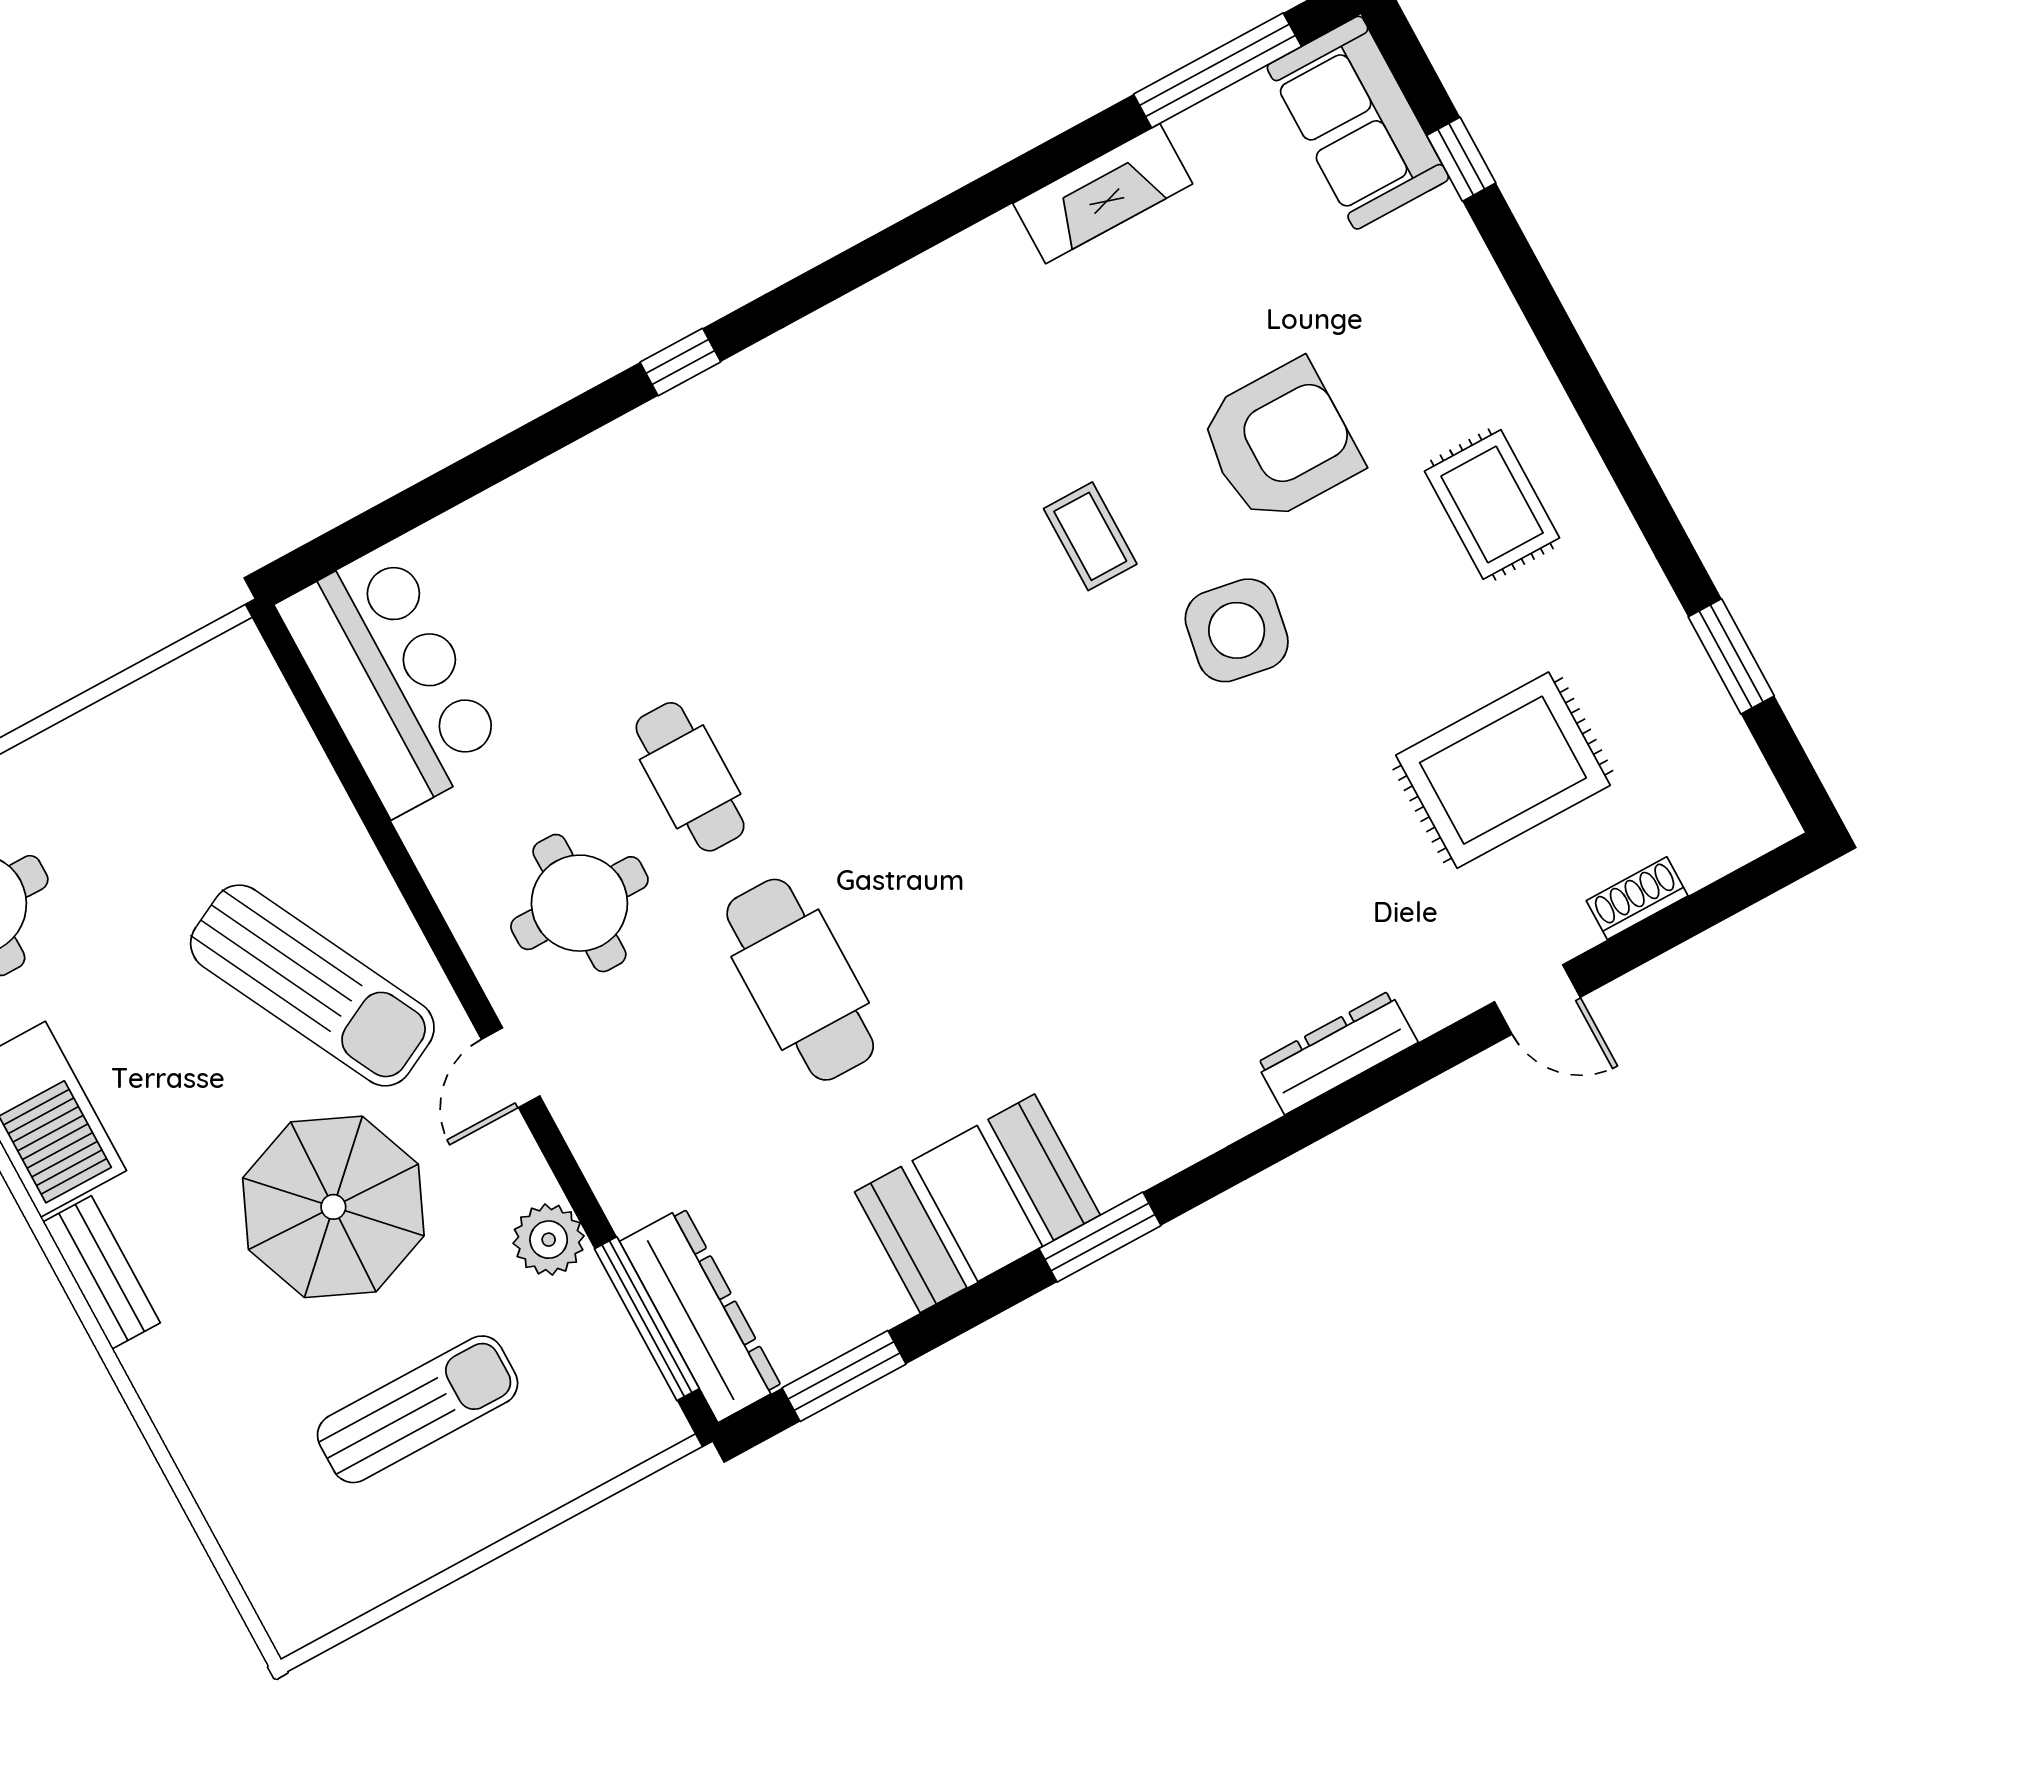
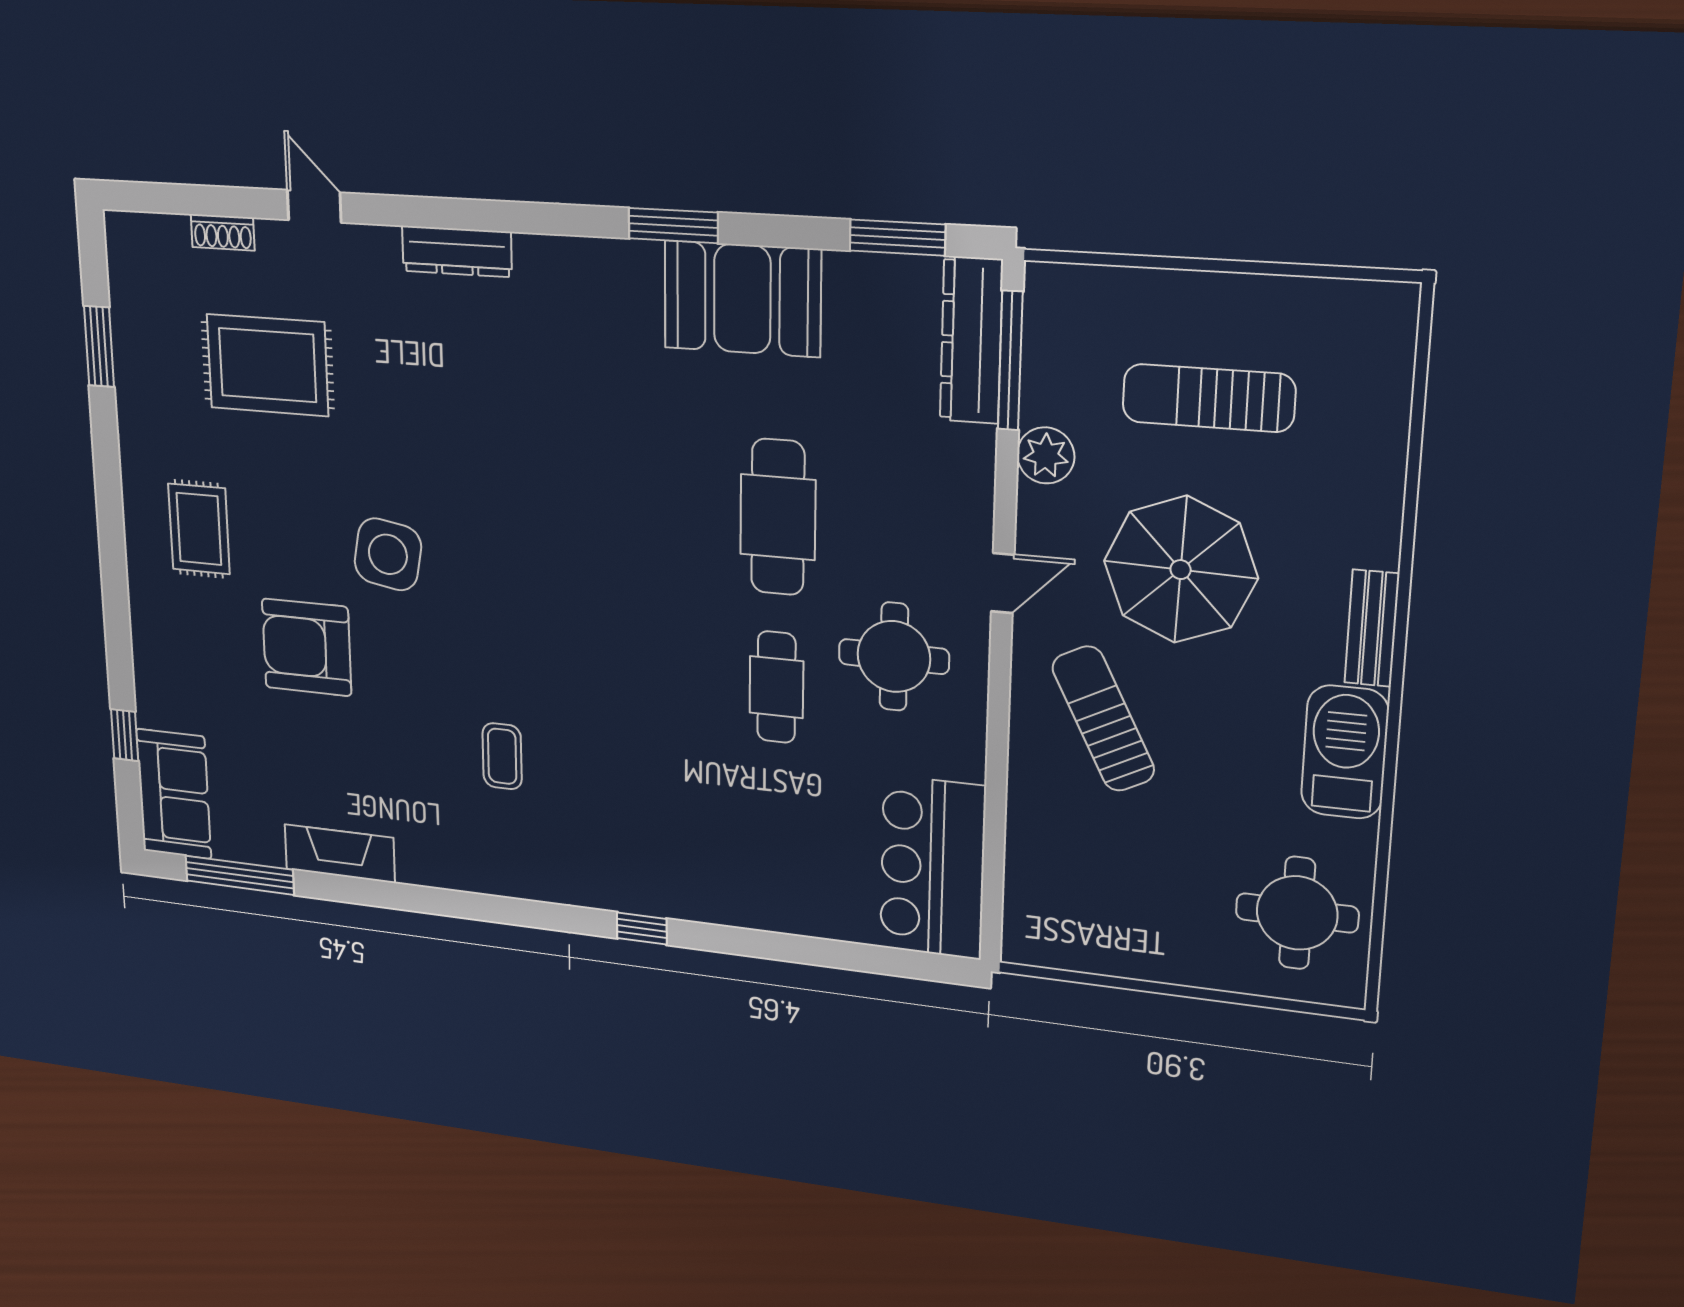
coffee table: (1090, 536) -> (502, 756), moved
sun lounger: (312, 985) -> (1103, 719), width x0.73, depth x0.75

